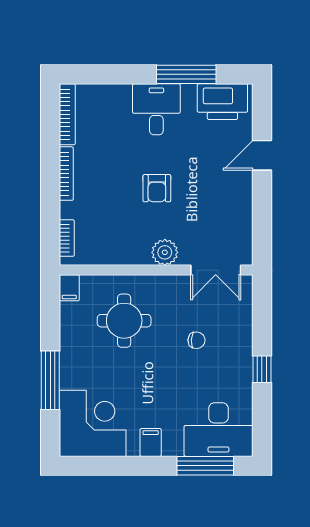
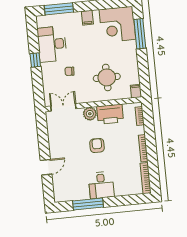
printer: (222, 102) -> (110, 114), moved, turned 180
window: (50, 380) -> (140, 34), moved
desk: (218, 430) -> (52, 44), moved, turned -90

